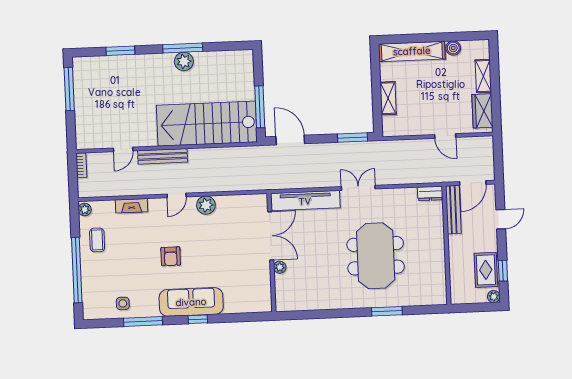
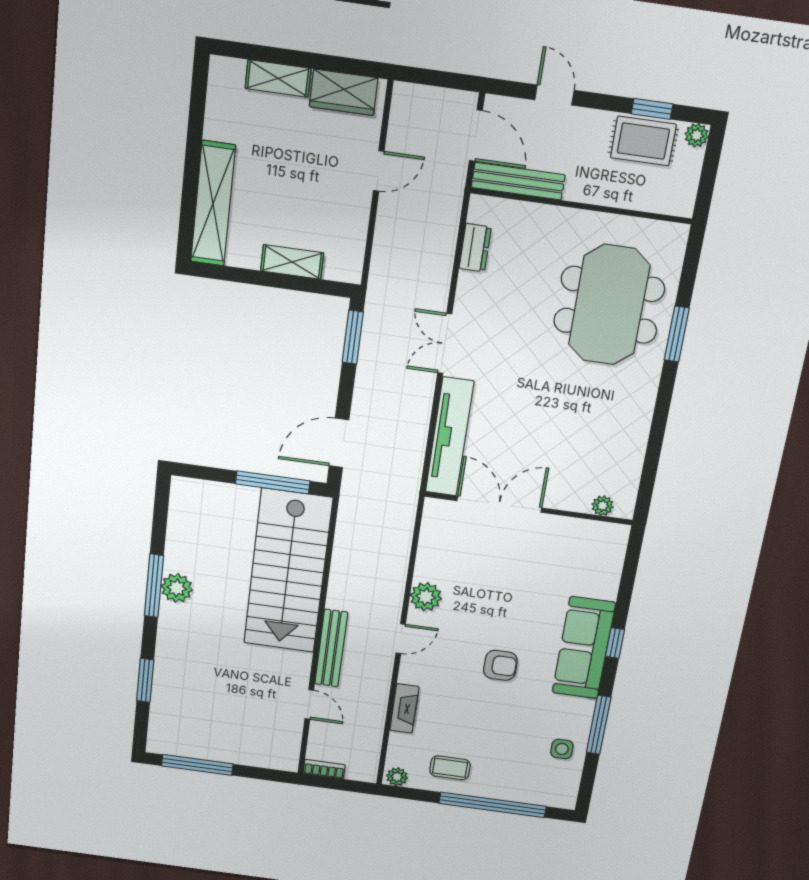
boiler: (453, 48) -> (217, 126), removed
dresser: (430, 193) -> (475, 248), moved
door: (177, 195) -> (401, 639), hinge flipped
meeting table: (376, 256) -> (609, 305), moved, turned 90
plant: (280, 267) -> (603, 506), moved

